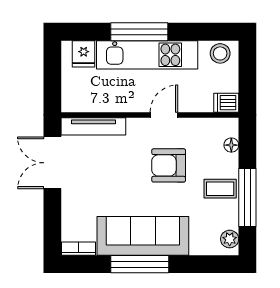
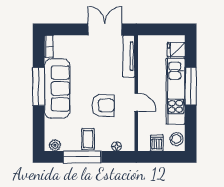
dishwasher: (226, 103) -> (157, 143), moved
armchair: (169, 165) -> (103, 105), turned 90

